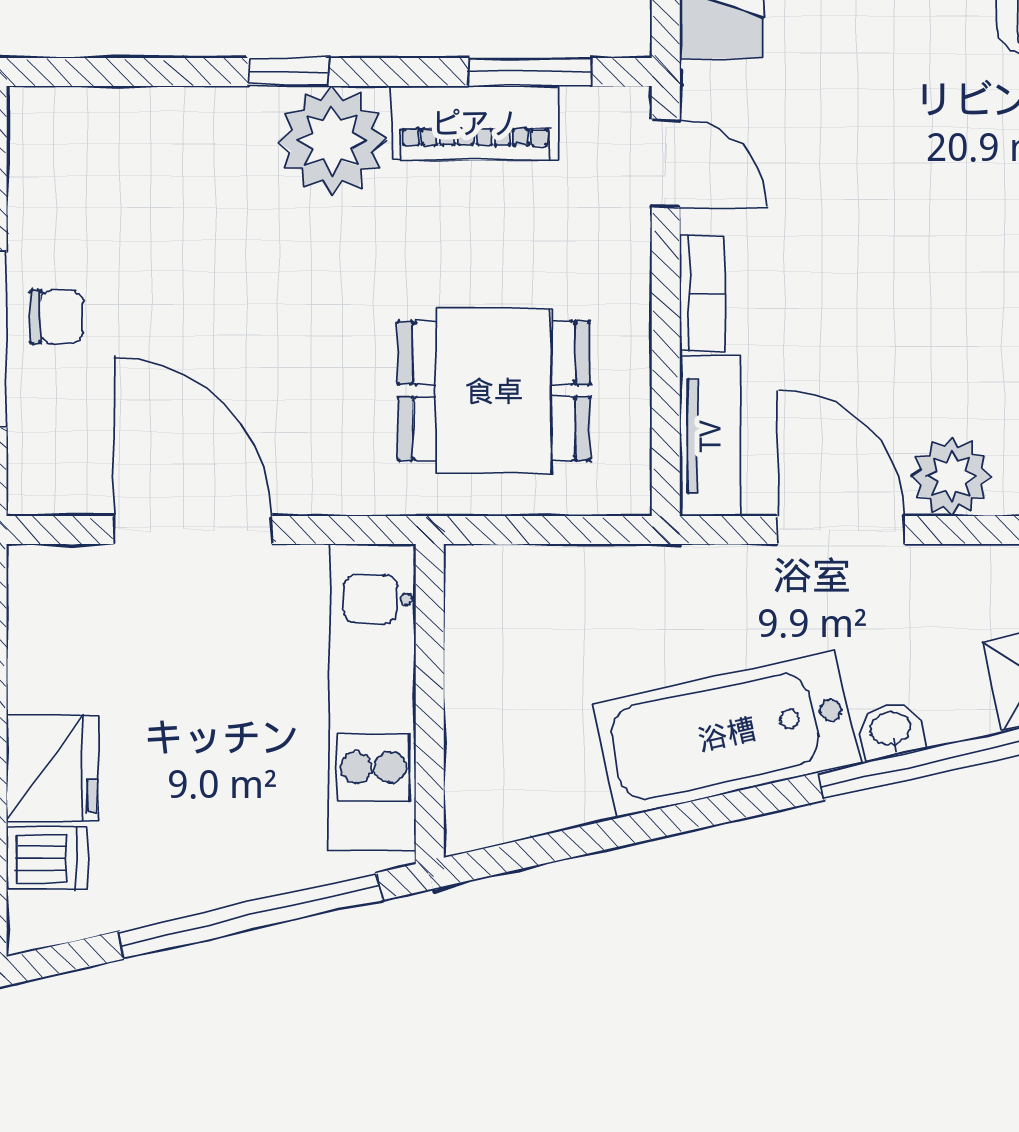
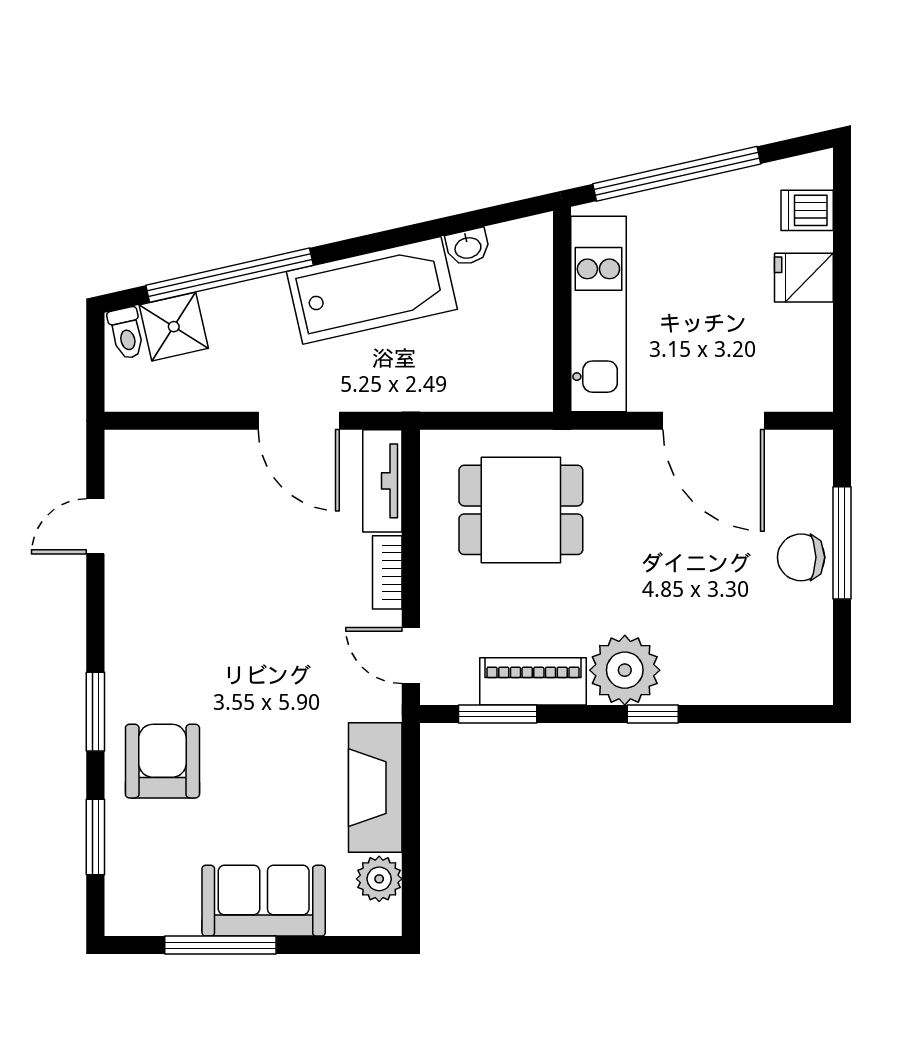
chair: (56, 317) -> (801, 557), width x1.37, depth x1.37
plant: (951, 476) -> (228, 455), removed
washbasin: (891, 730) -> (468, 247), moved
fridge: (52, 768) -> (804, 278), width x0.72

